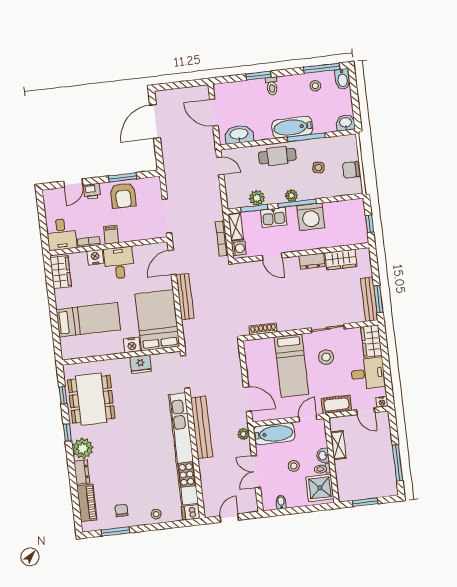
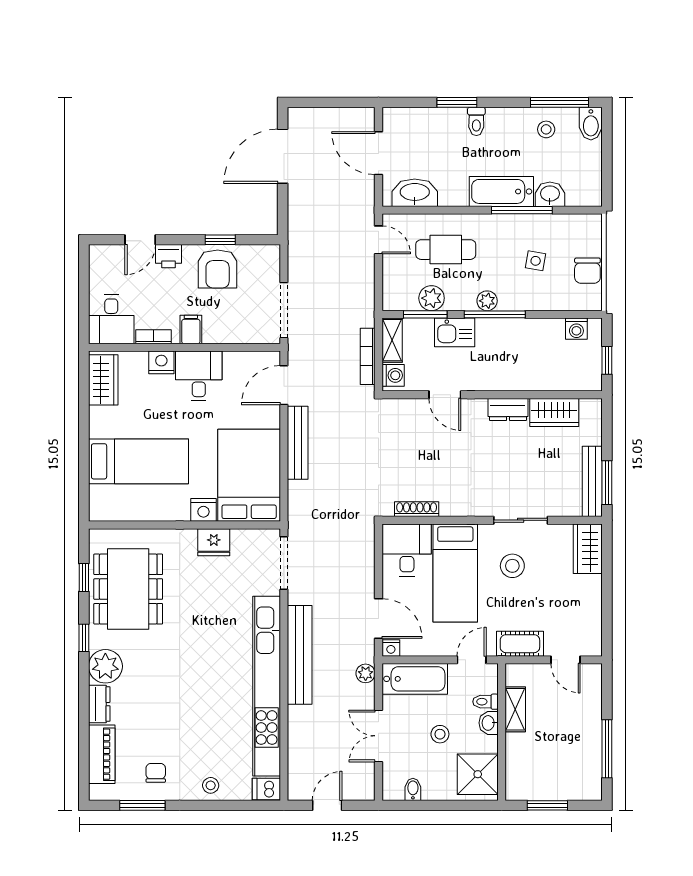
washbasin: (346, 123) -> (550, 194), moved
cafe table: (277, 156) -> (446, 250), moved
chair: (351, 170) -> (587, 271), turned -90
window: (123, 177) -> (220, 240), width x0.67
washing machine: (311, 217) -> (576, 329), moved, width x0.53, depth x0.53
desk: (368, 373) -> (407, 550), moved, turned -90
nightstand: (382, 402) -> (391, 648), moved
toilet: (322, 469) -> (485, 702), moved

